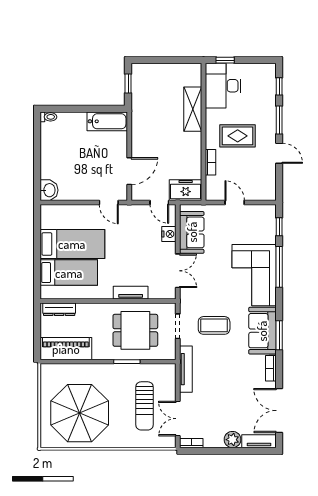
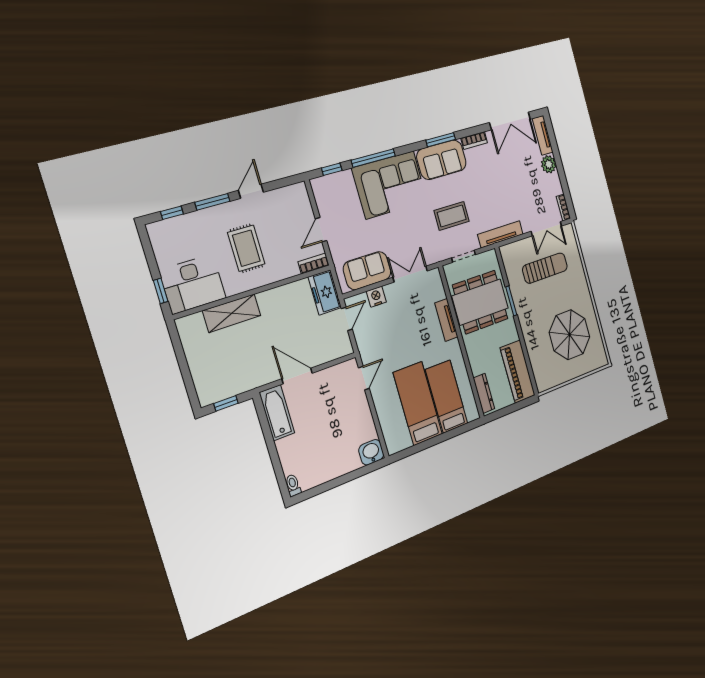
bookcase: (210, 162) -> (314, 263), moved
door: (129, 171) -> (297, 376), moved
coffee table: (214, 325) -> (452, 216), turned 90
dining table: (135, 330) -> (480, 302), width x1.38
parasol: (80, 413) -> (569, 335), width x0.73, depth x0.73

